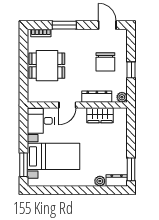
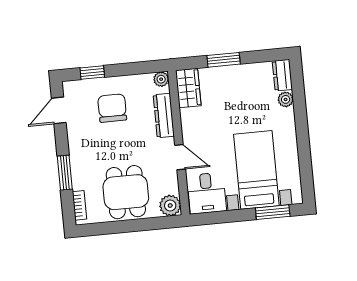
chair: (105, 62) -> (112, 108), turned -90
window: (131, 70) -> (92, 72), moved
plant: (35, 95) -> (170, 206), added
wardrobe: (100, 115) -> (188, 88), moved
window: (131, 169) -> (224, 60), moved

